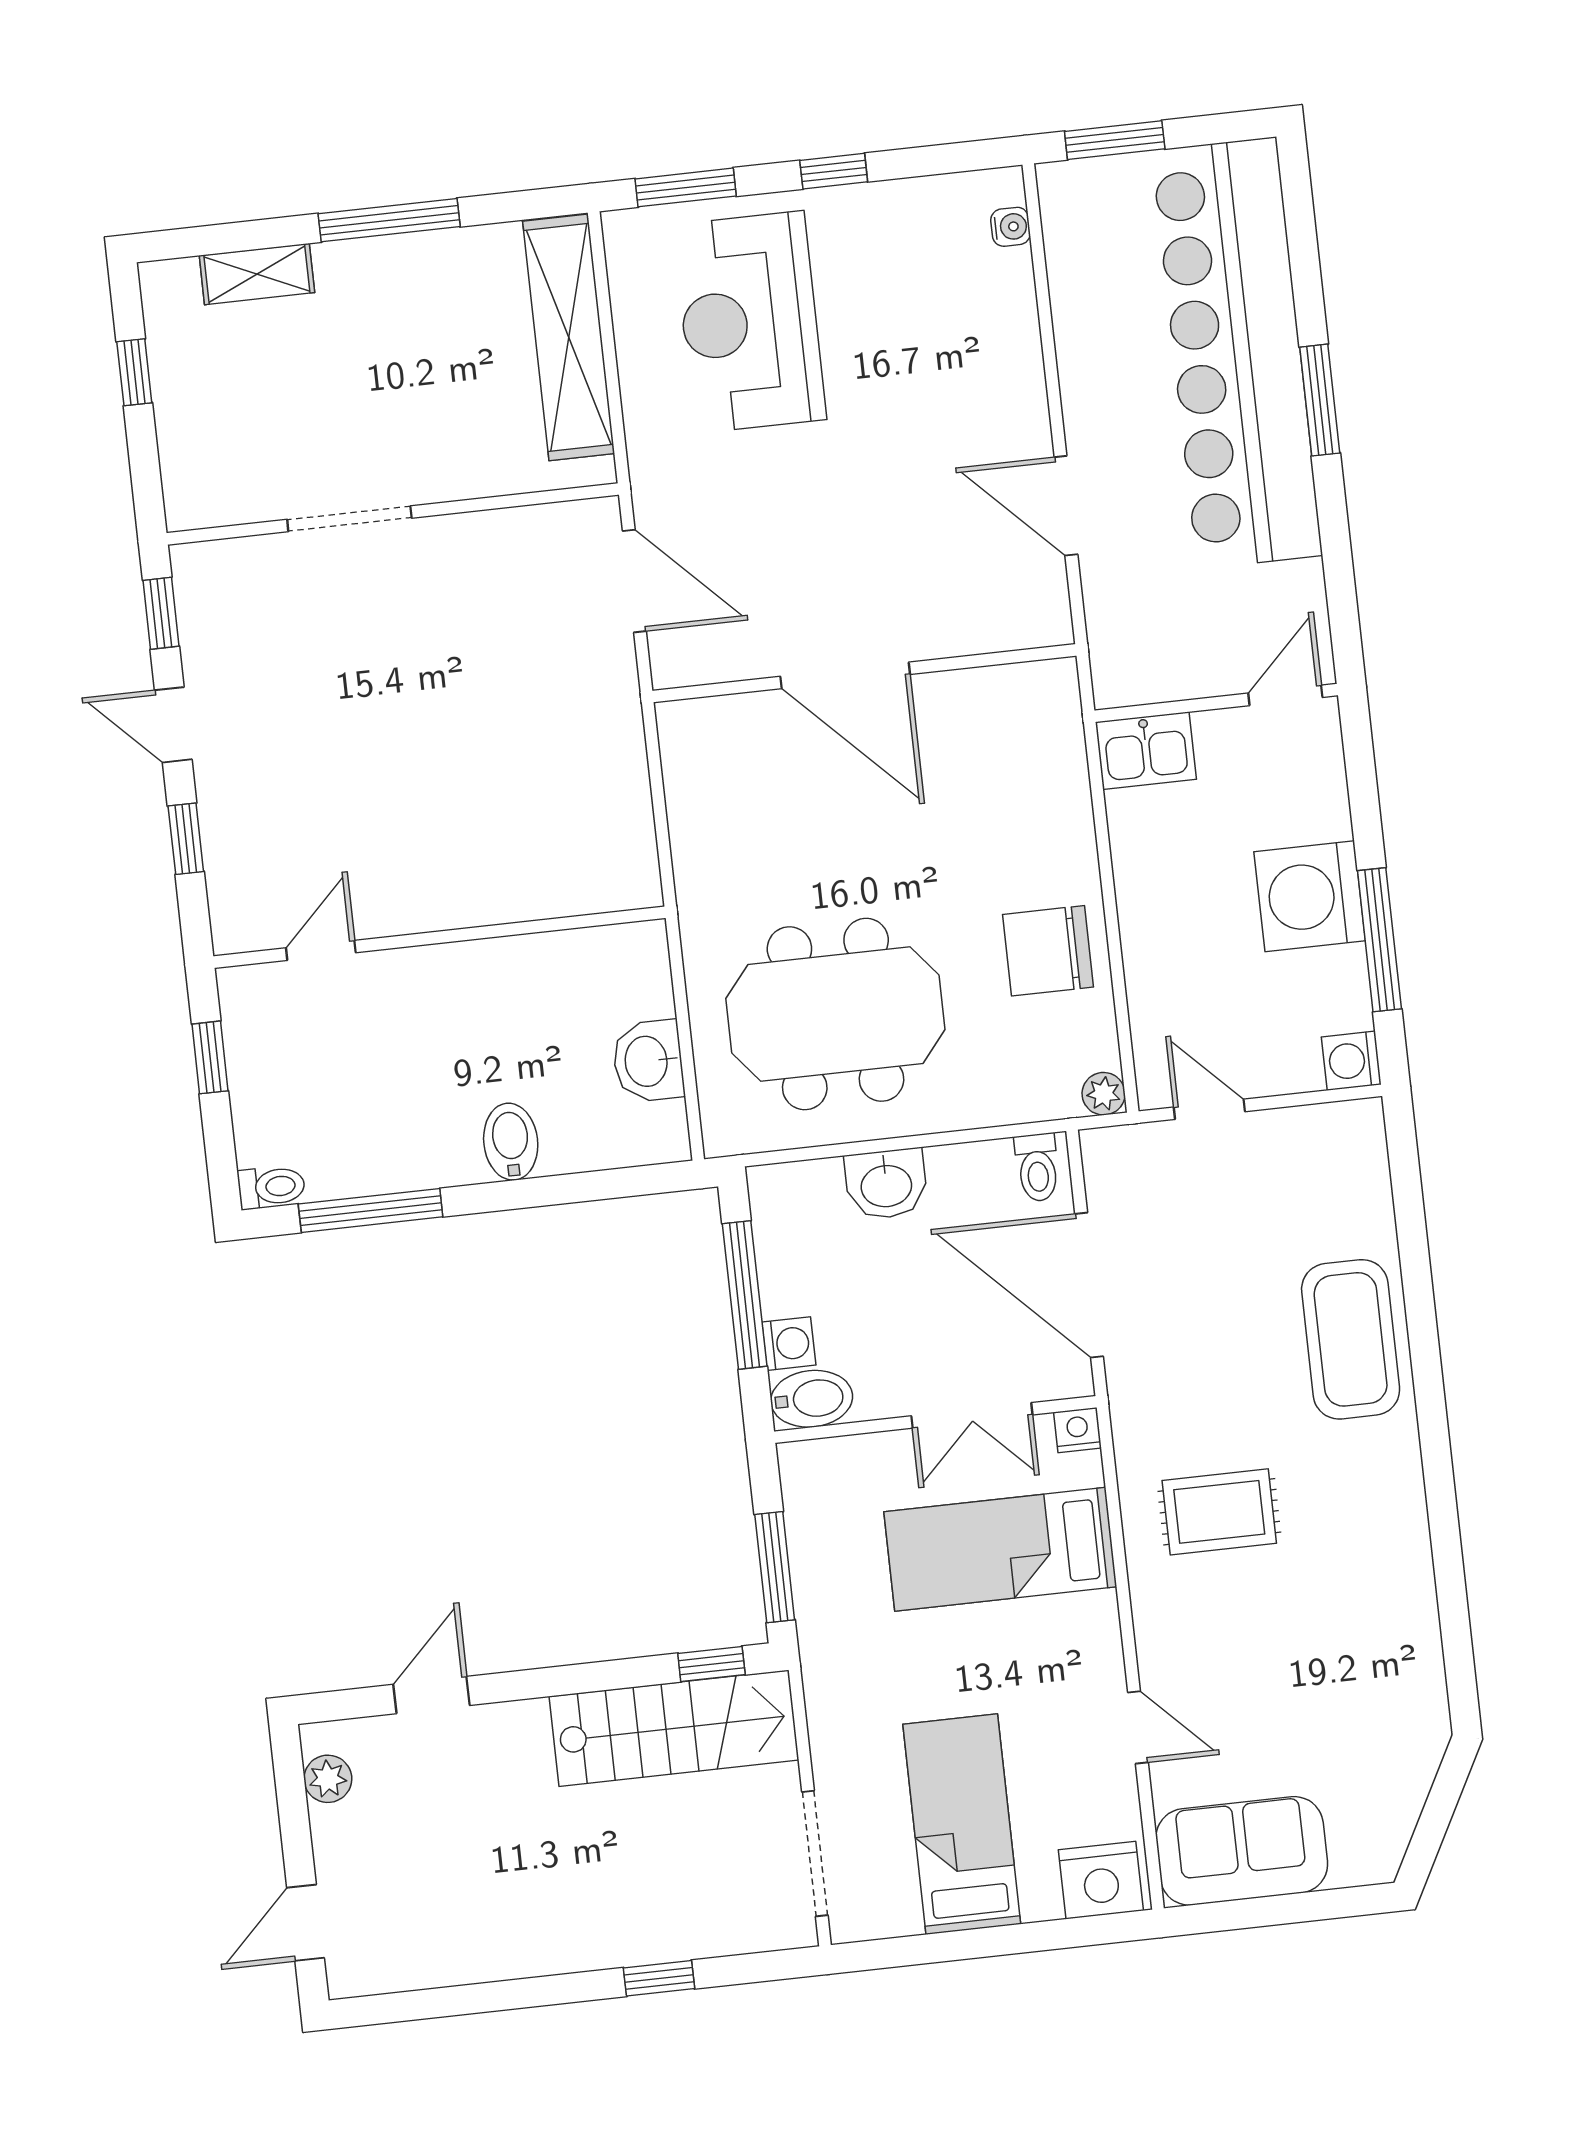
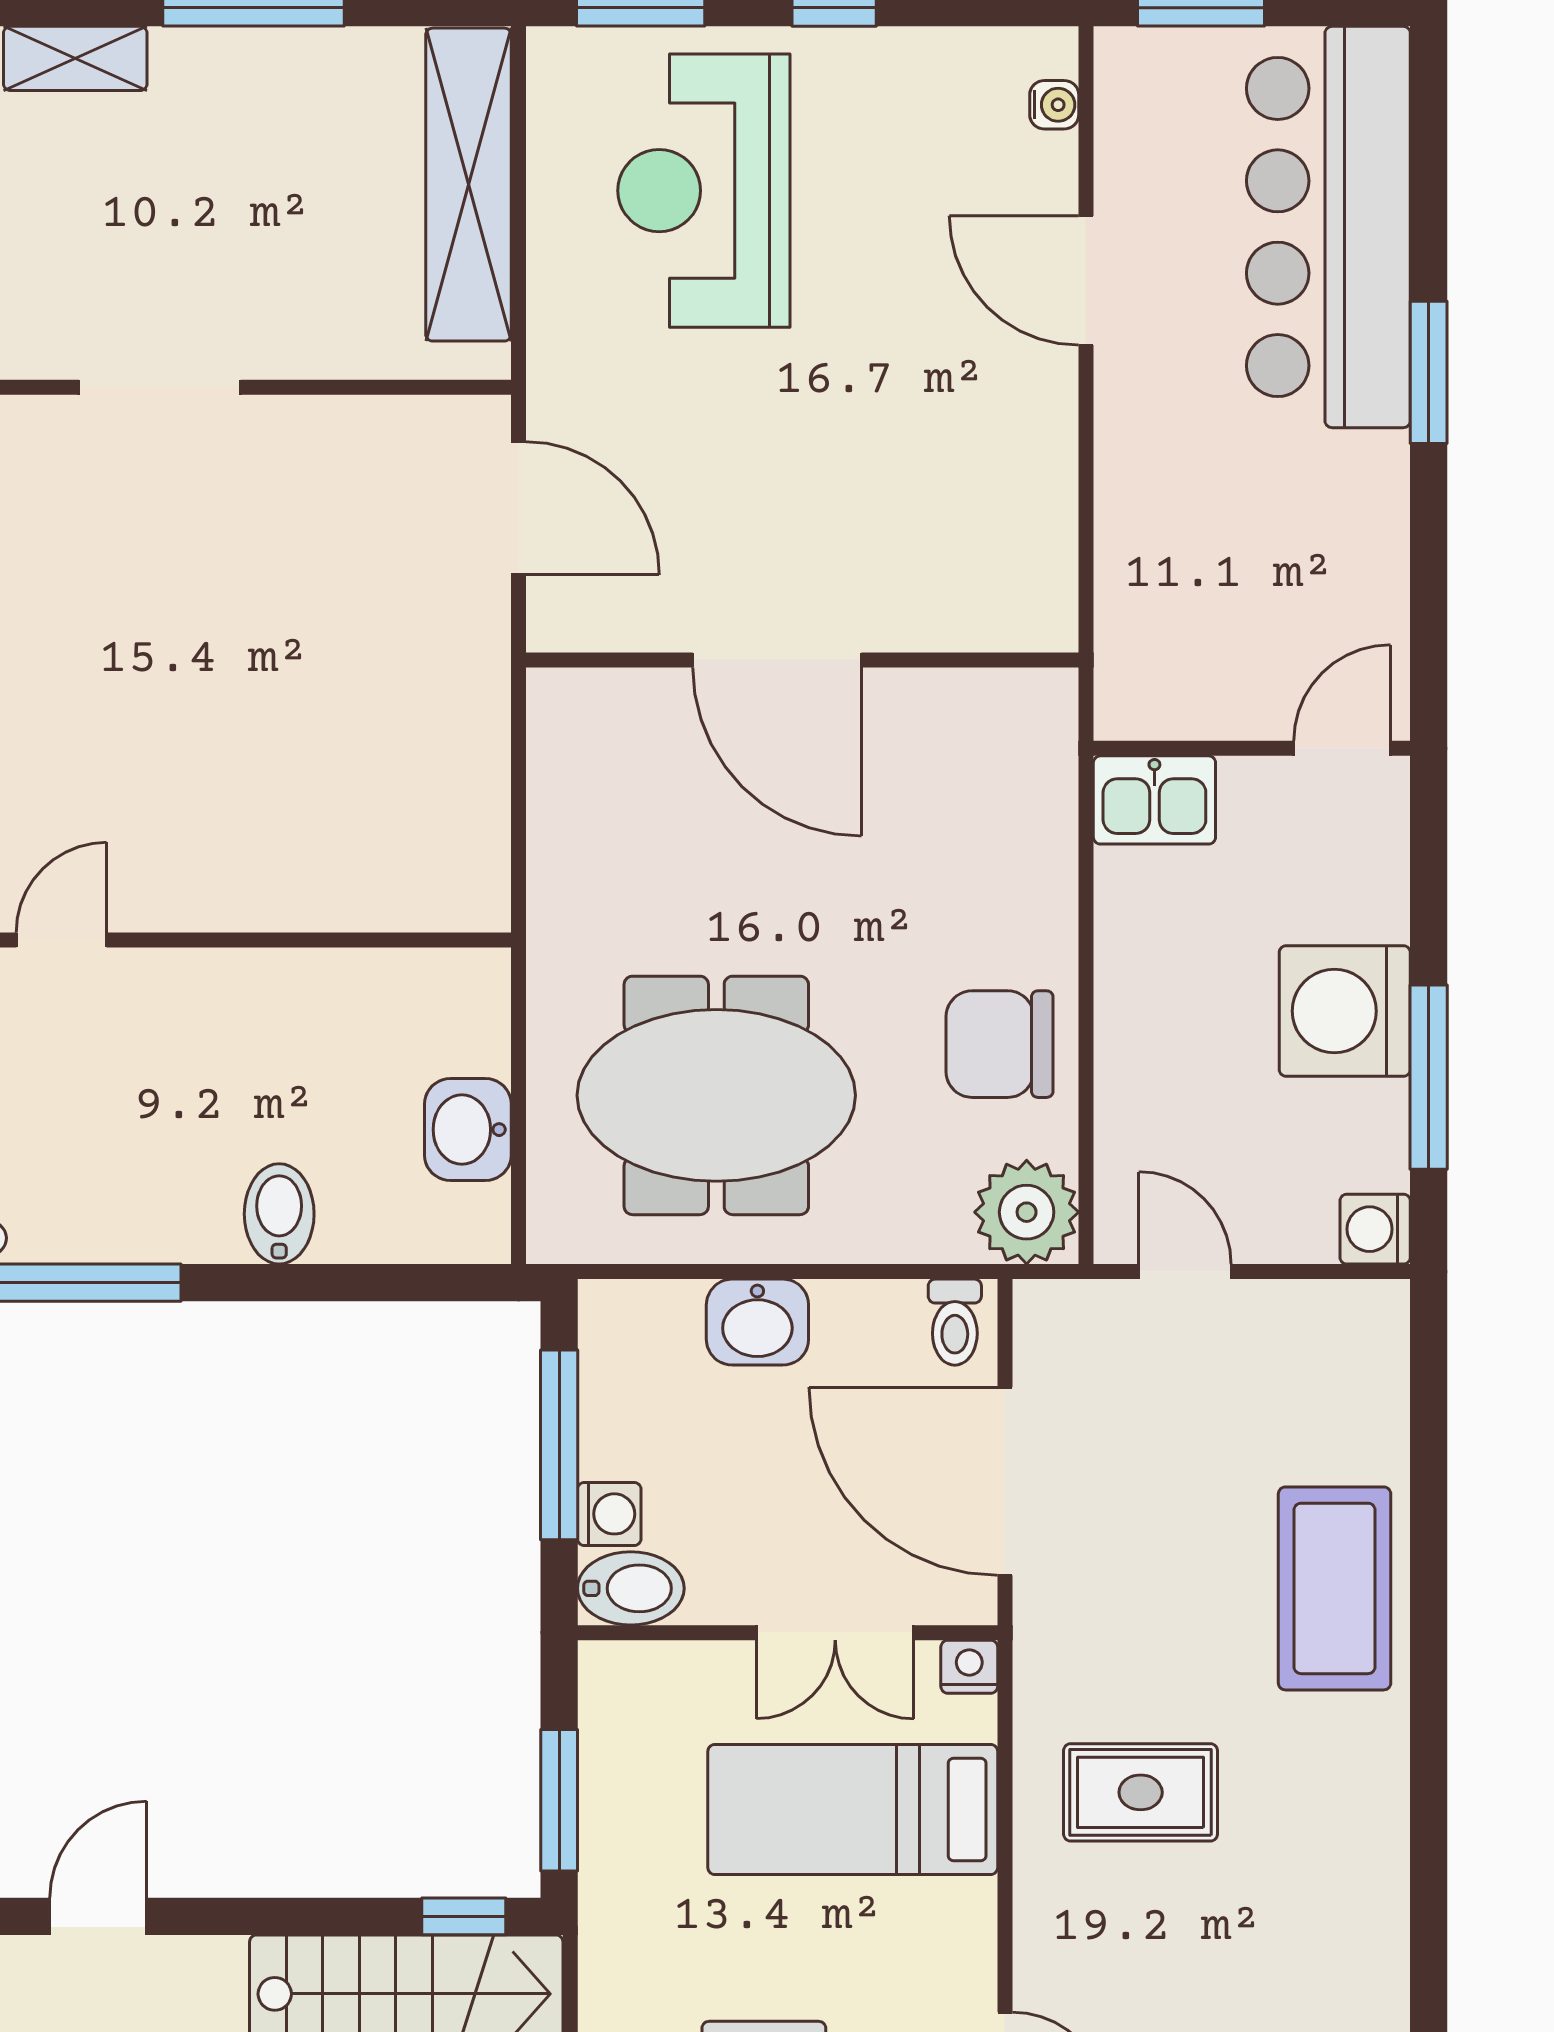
bar counter: (1237, 353) -> (1328, 227), width x0.73
door: (1066, 506) -> (1086, 281), moved
plant: (1104, 1094) -> (1027, 1212), width x1.88, depth x1.88

